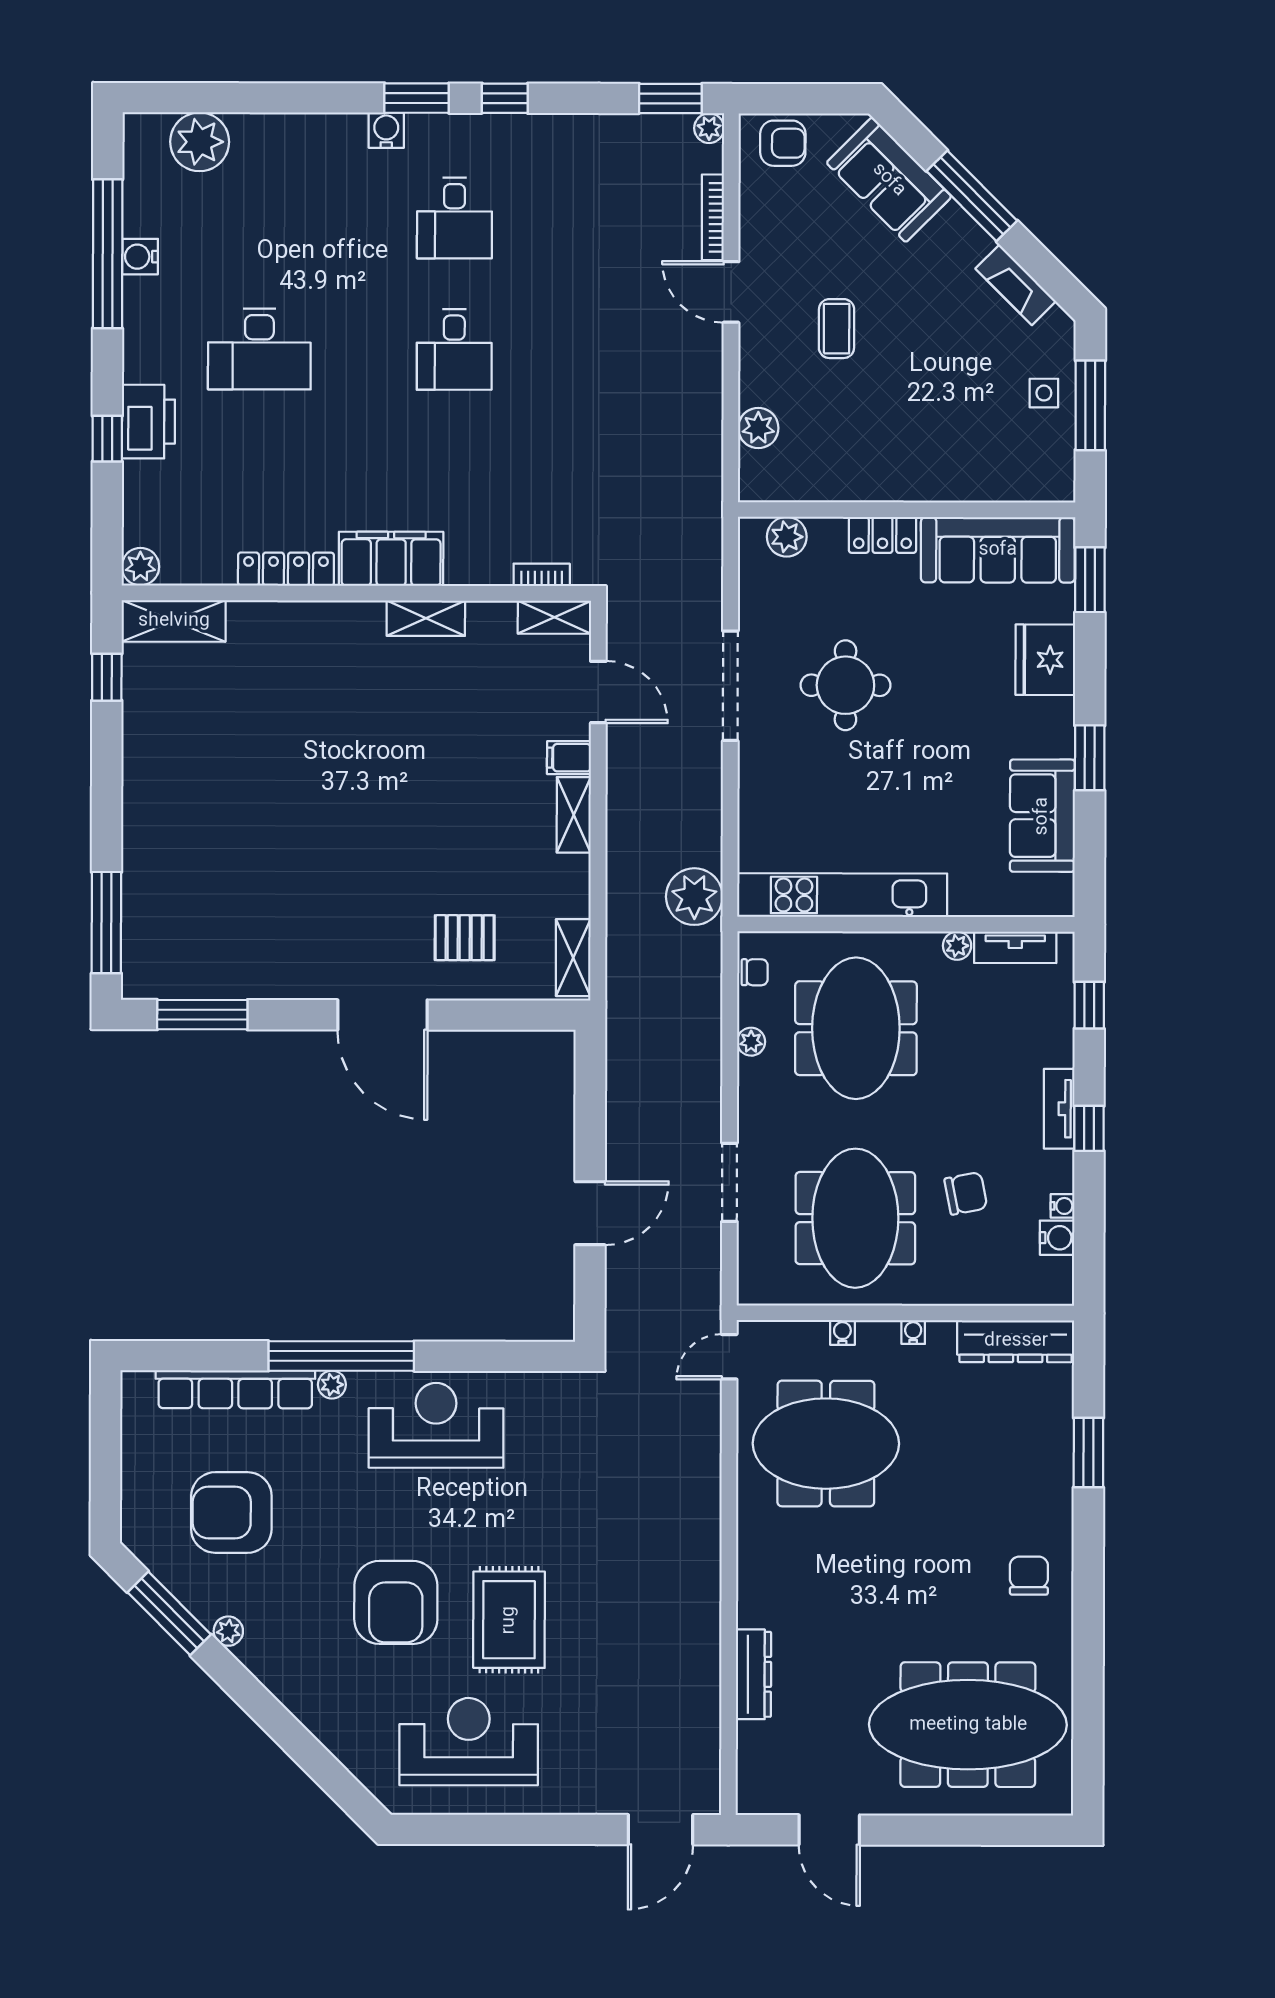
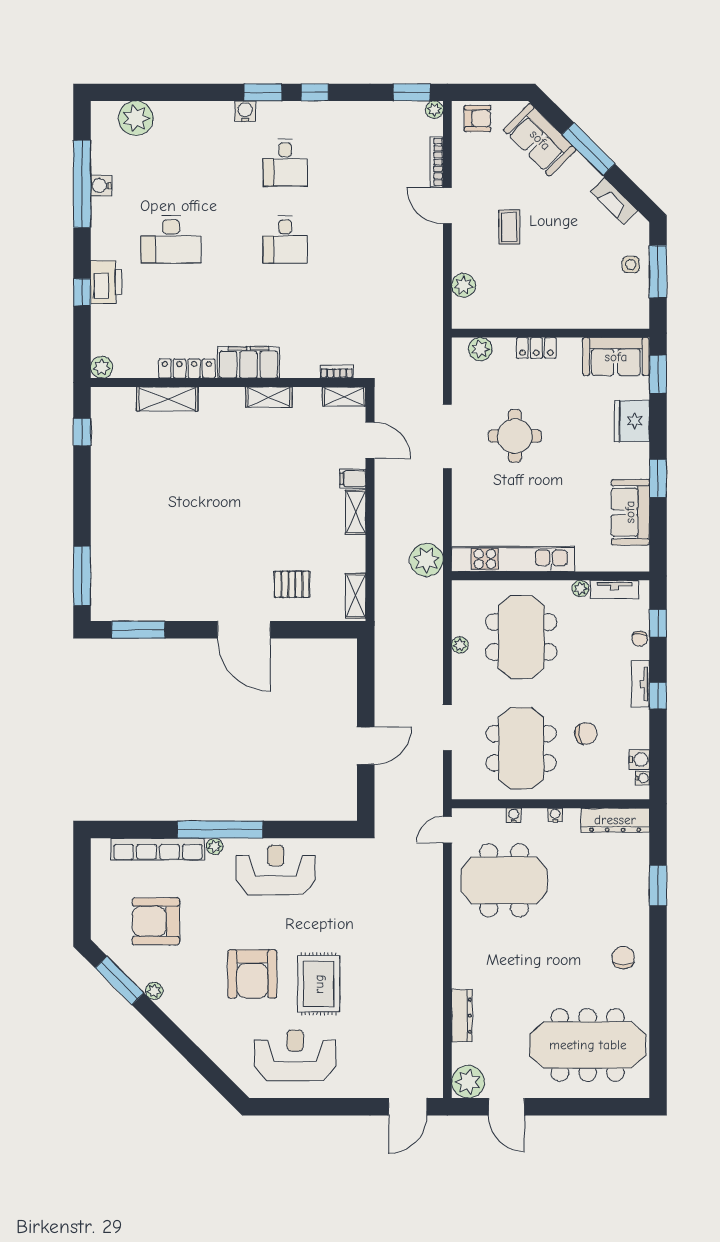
sofa: (998, 550) -> (616, 357), width x0.73
shelving: (174, 621) -> (167, 399), moved
chair: (755, 972) -> (640, 639), moved, turned 90
water cooler: (1062, 1206) -> (642, 778), moved
plant: (764, 1787) -> (468, 1082), added

